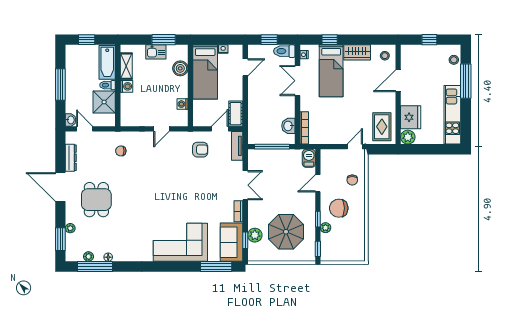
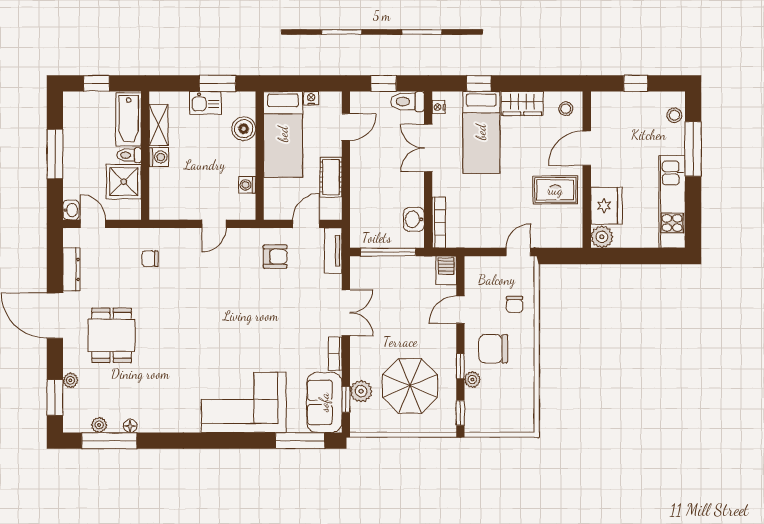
cot: (236, 114) -> (331, 177), moved
rug: (382, 127) -> (555, 190), moved, turned 90

